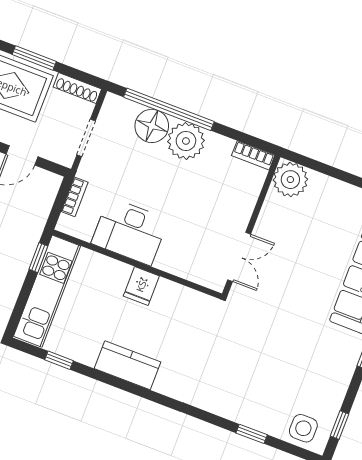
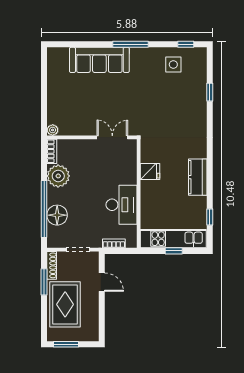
window: (34, 58) -> (44, 282), moved
plant: (186, 141) -> (58, 176), moved
plant: (290, 180) -> (53, 130), width x0.53, depth x0.53
window: (38, 258) -> (174, 251), moved
fridge: (141, 286) -> (150, 171), moved
side table: (303, 428) -> (173, 65), moved

